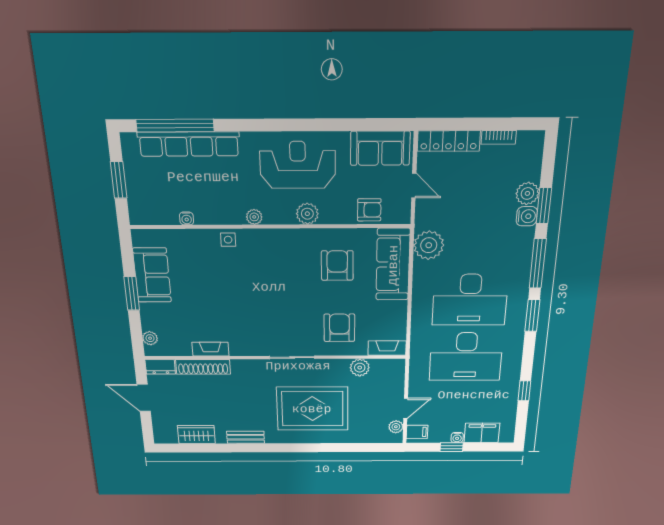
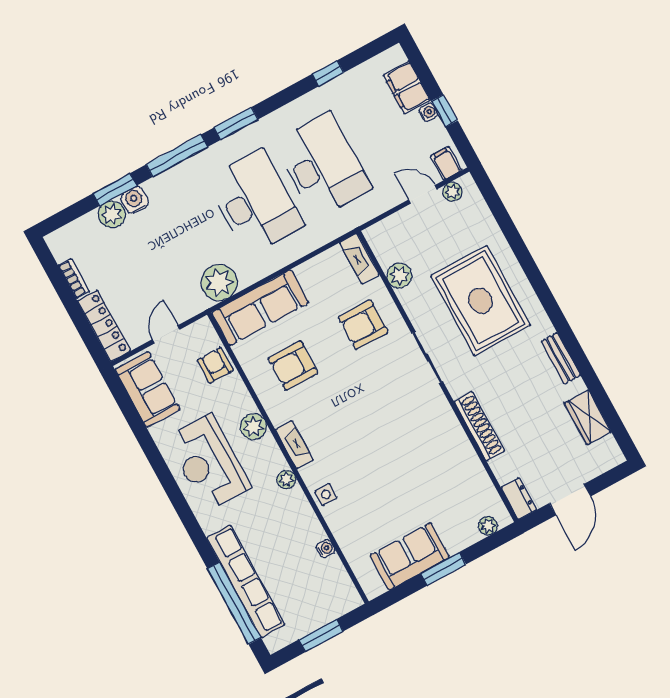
fireplace: (210, 349) -> (294, 445), moved, turned 180
shoe rack: (203, 367) -> (479, 426), moved

